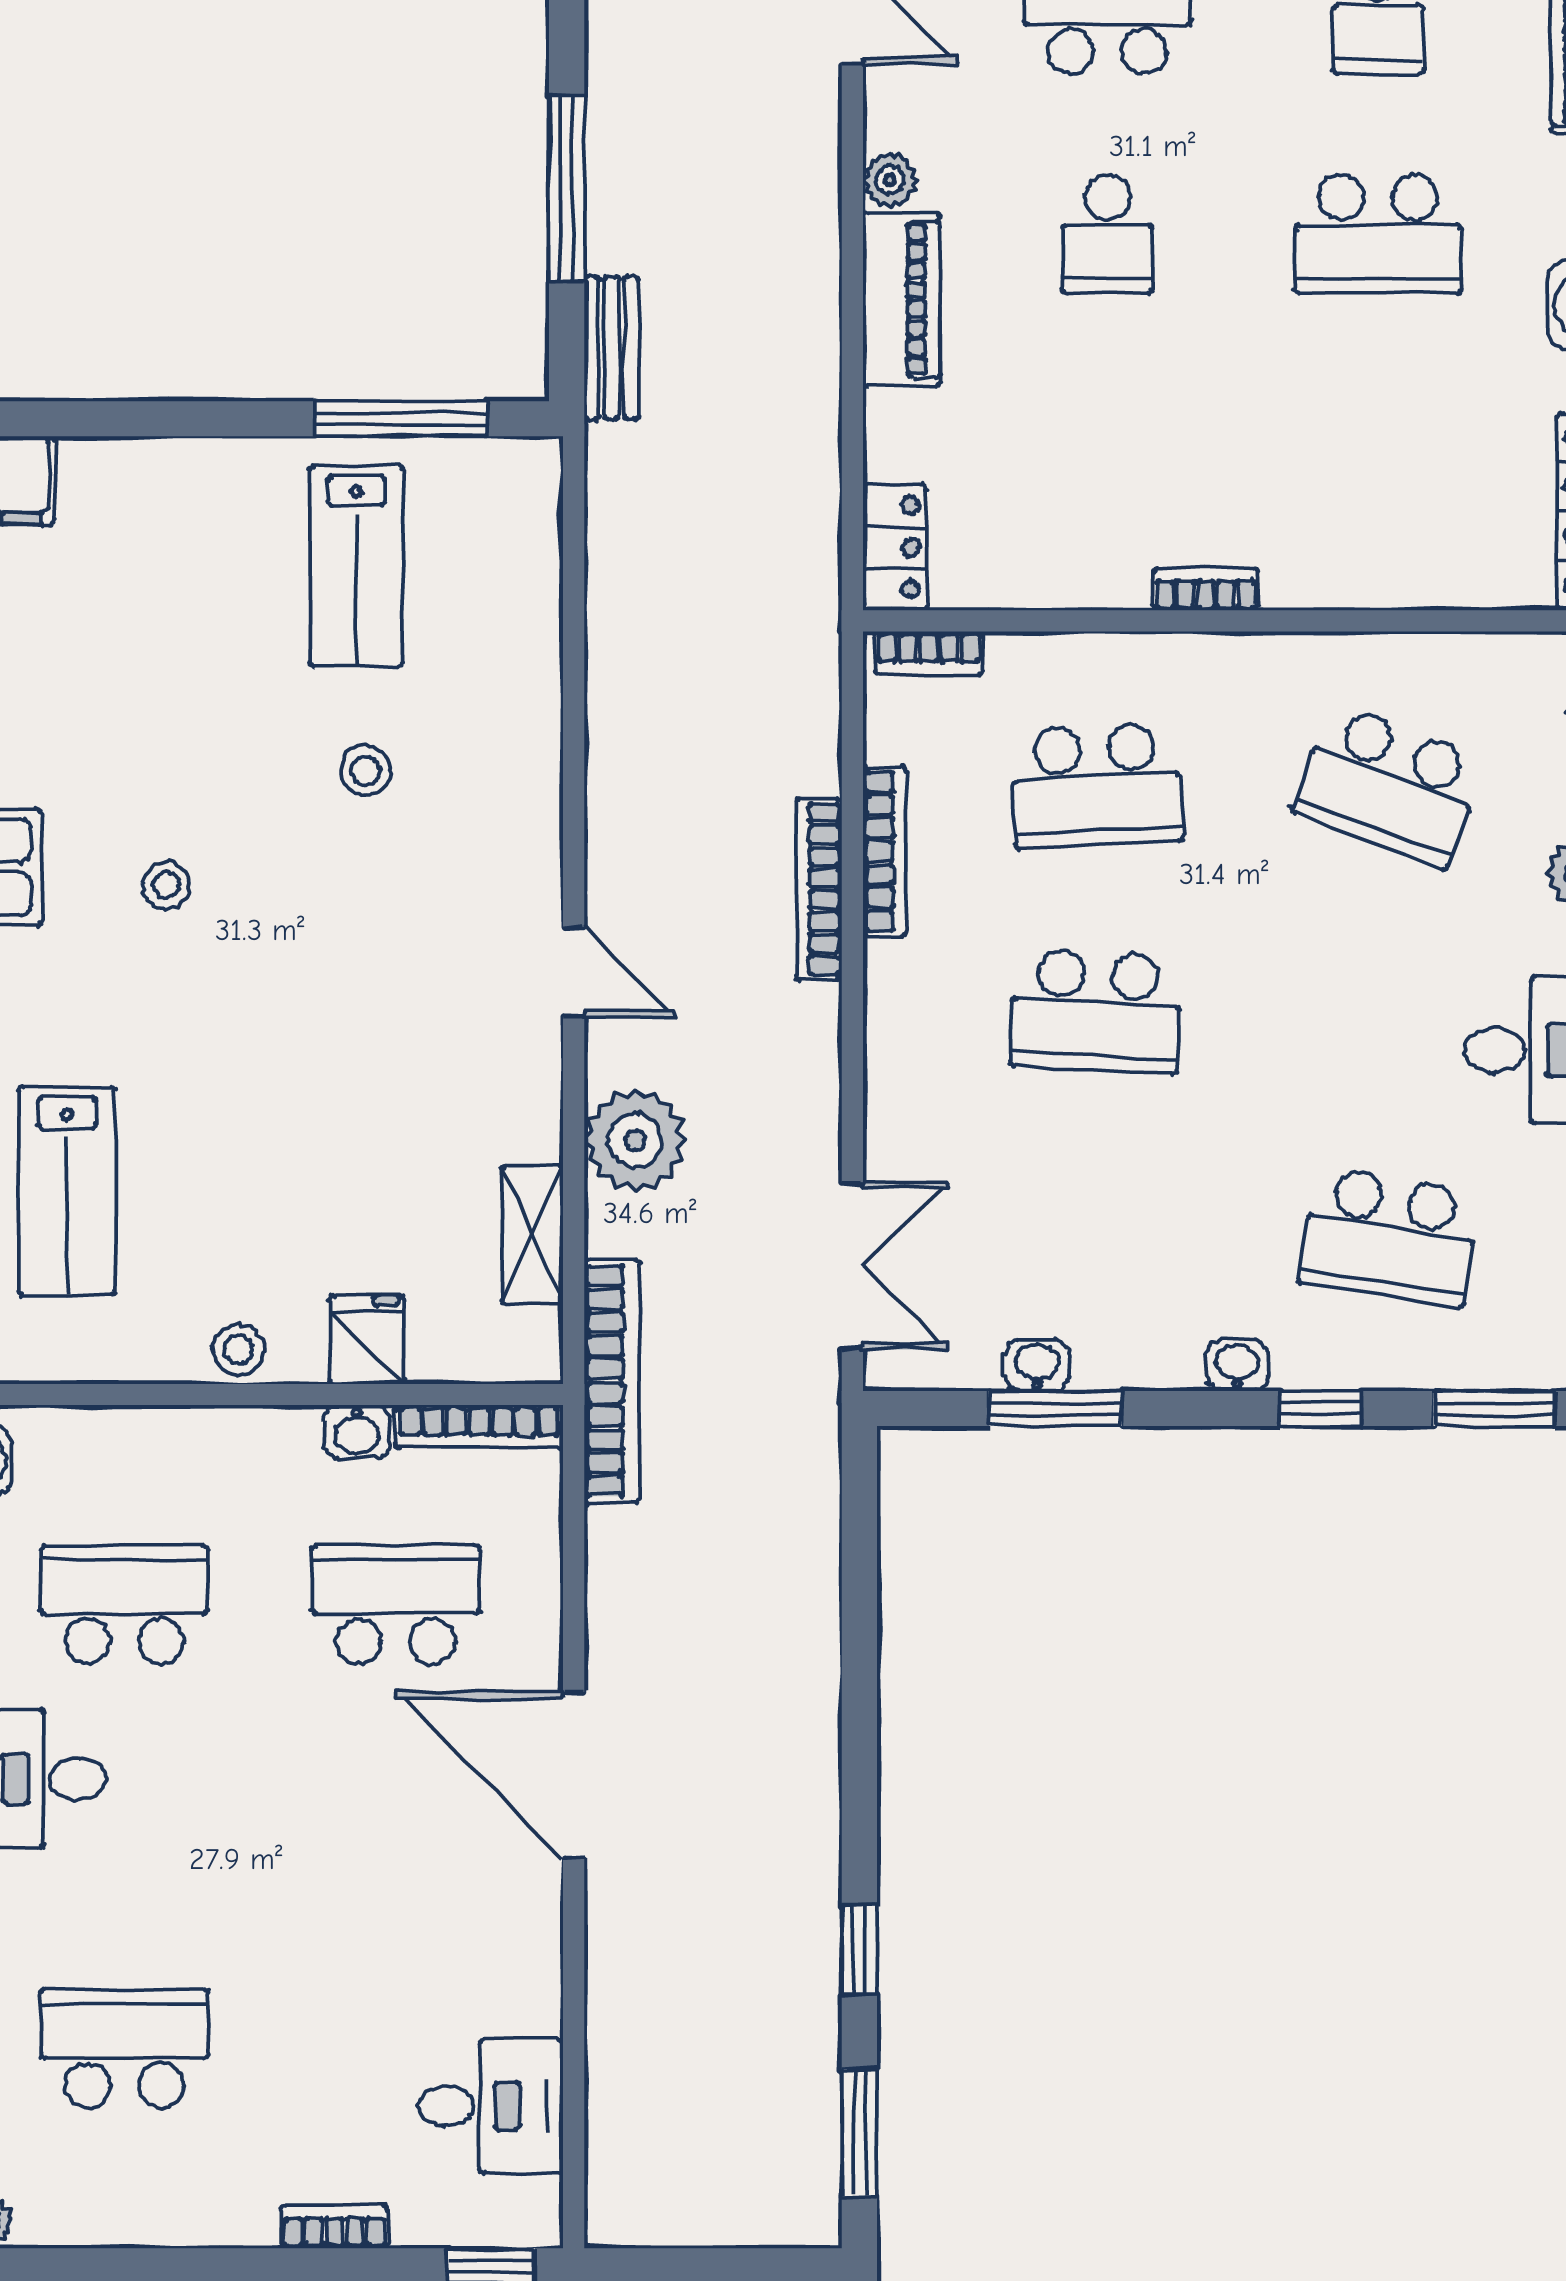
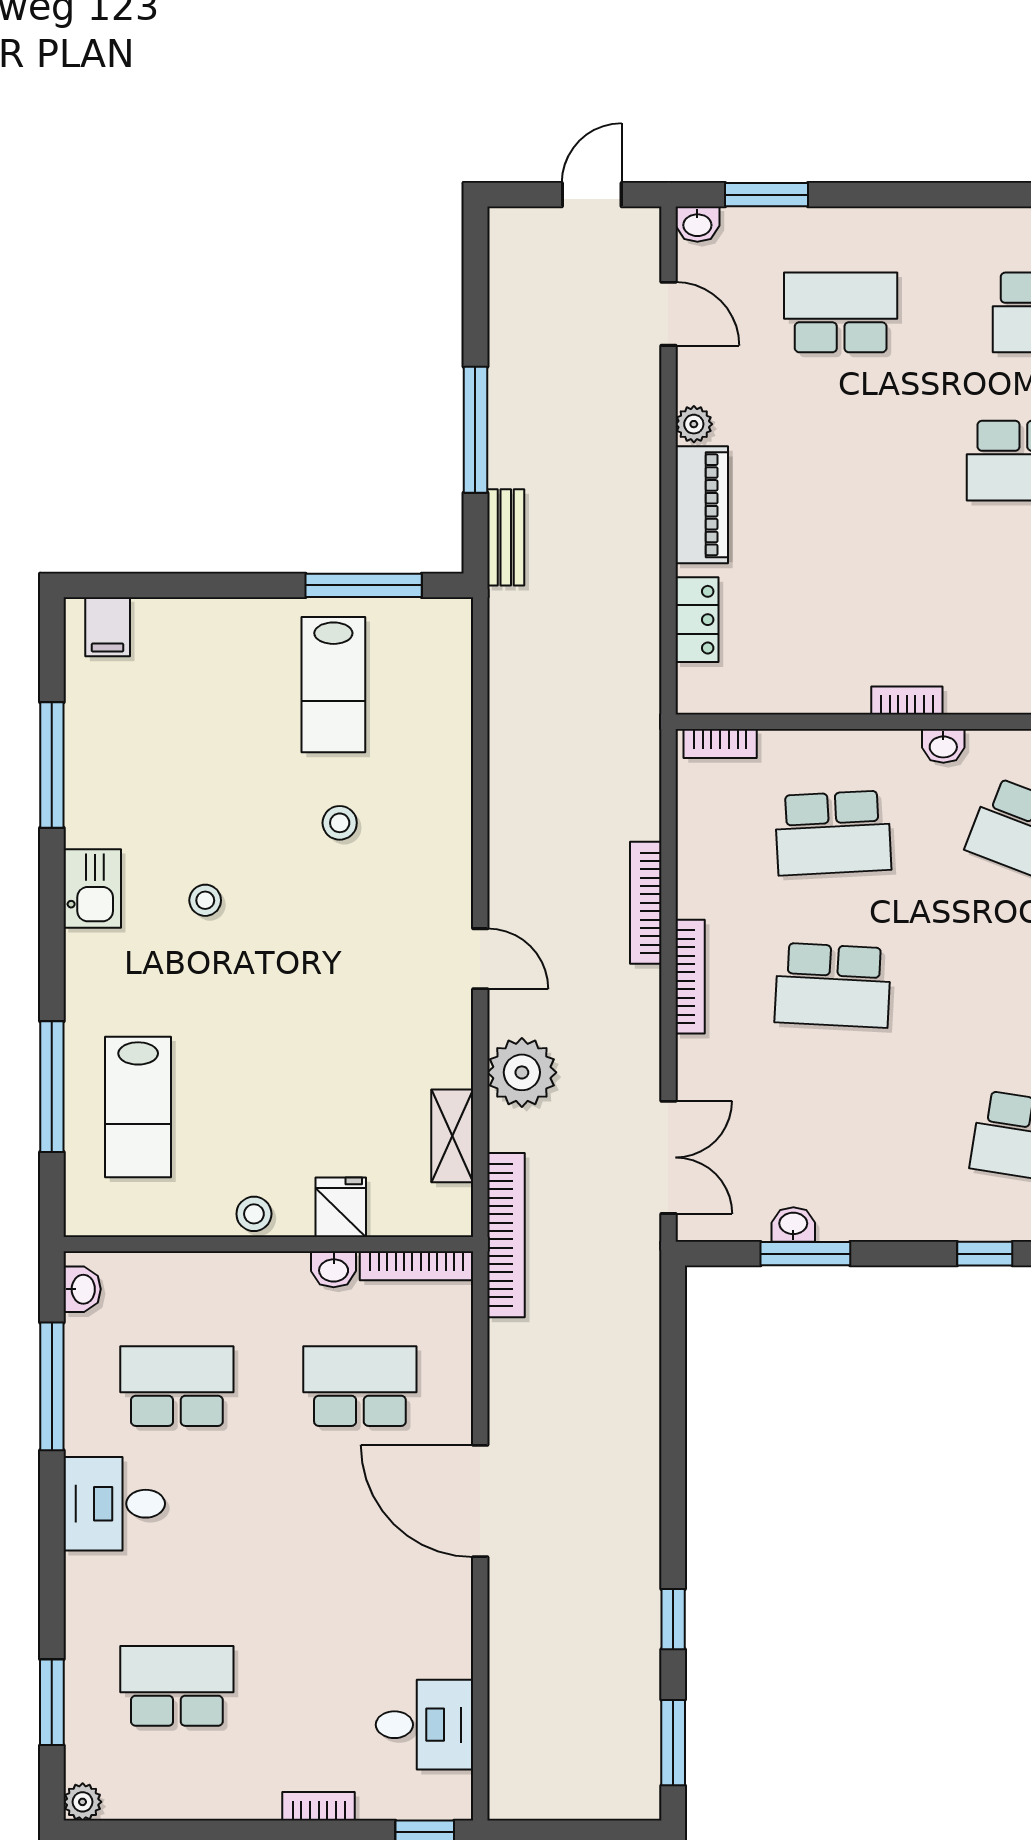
school desk: (1107, 234) -> (841, 461), removed
locker: (895, 547) -> (697, 620), moved
bookcase: (885, 851) -> (690, 977), moved
washbasin: (1237, 1366) -> (943, 746), moved, turned 180

